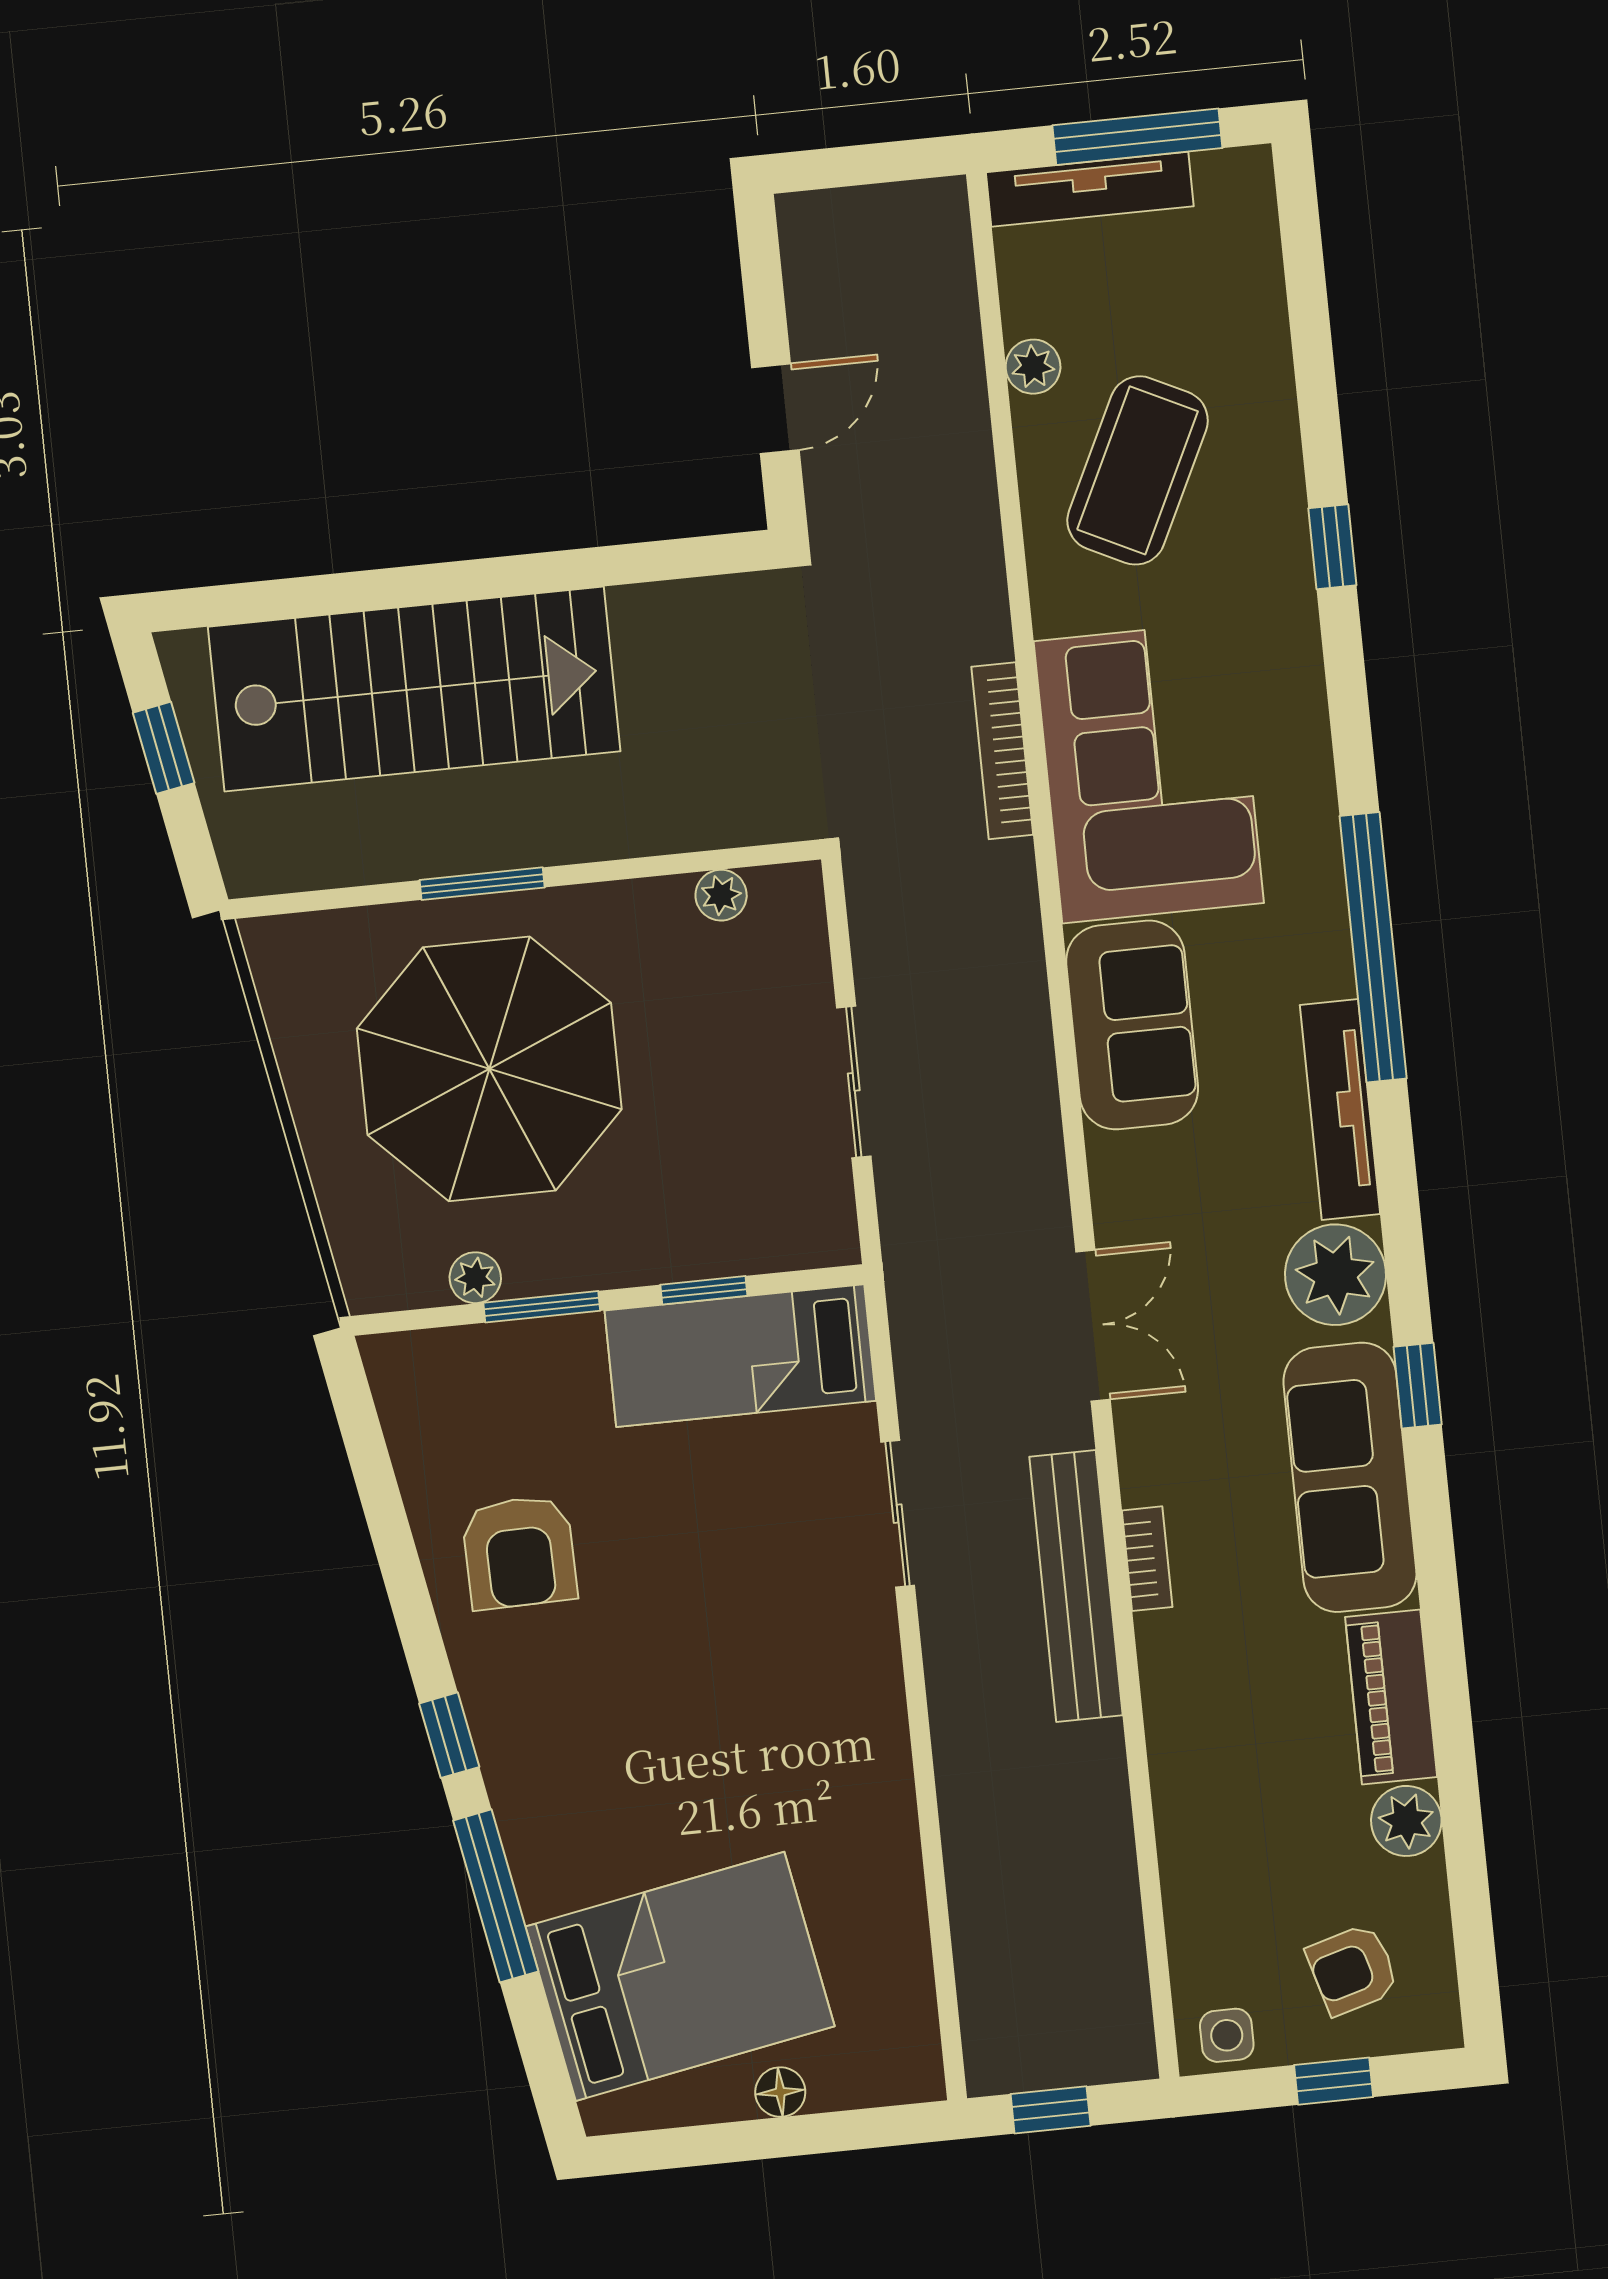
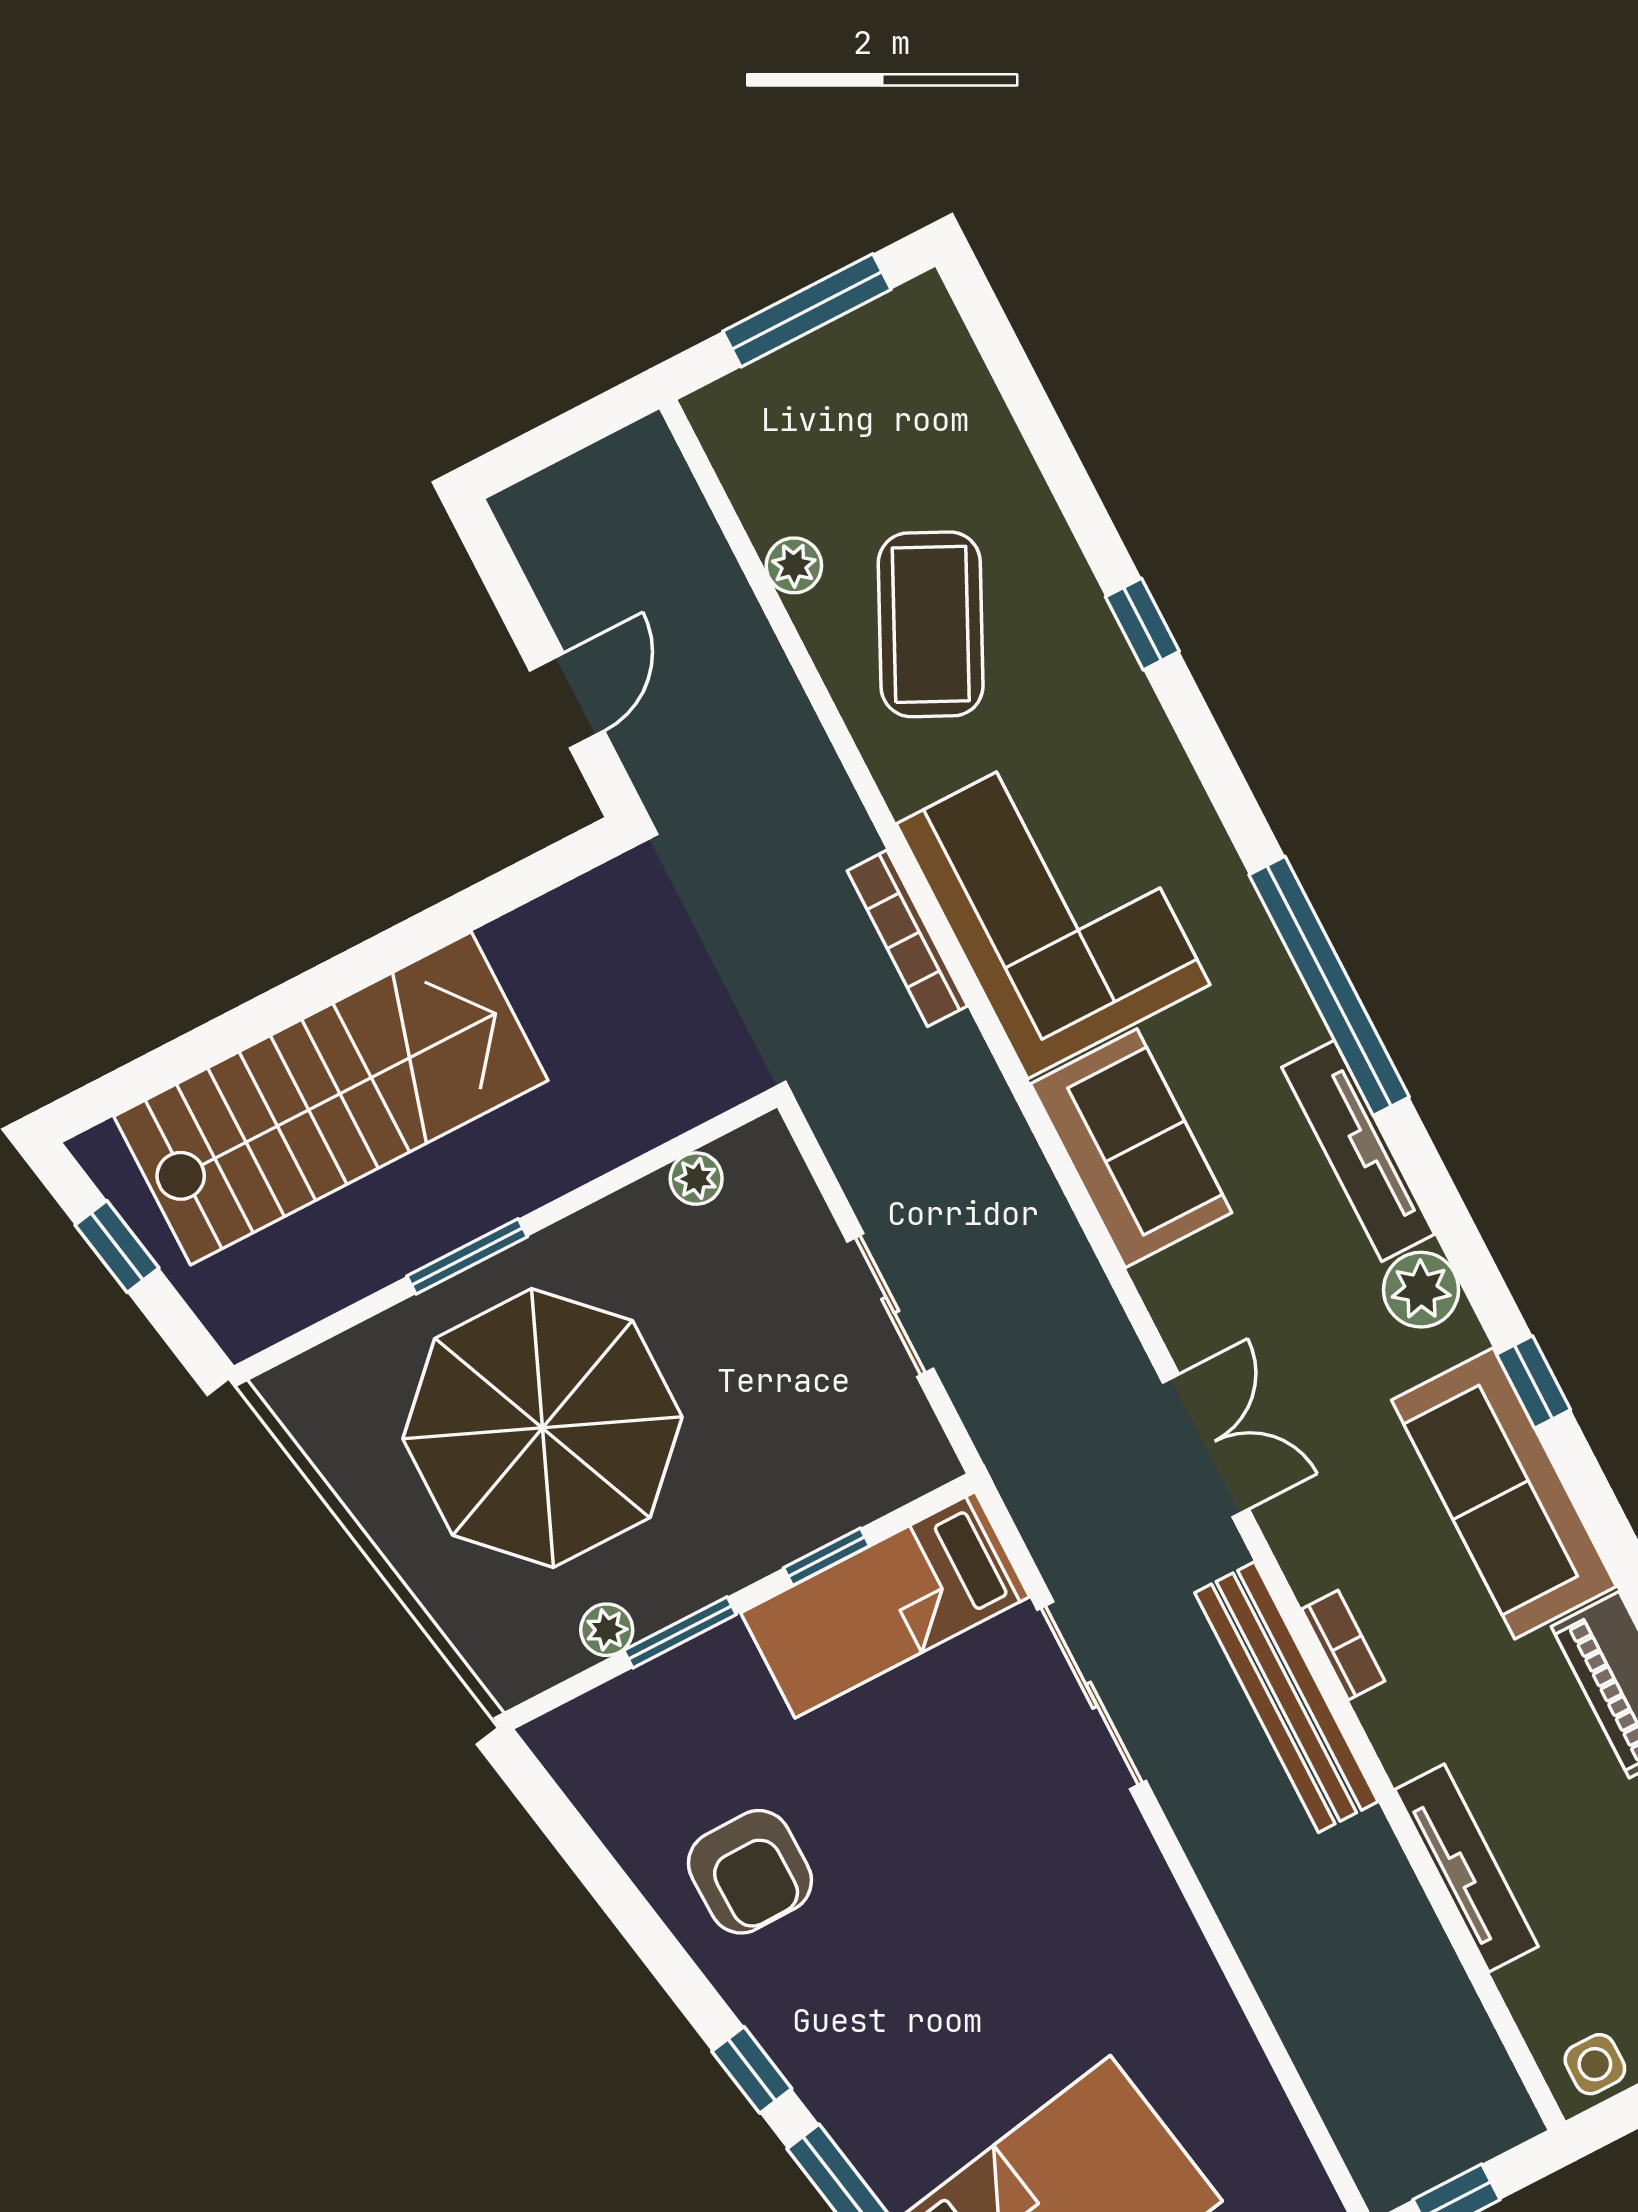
tv unit: (1090, 189) -> (1467, 1868), moved, turned -90
plant: (1335, 1275) -> (1421, 1290), width x0.73, depth x0.73
sliding door: (898, 1514) -> (1092, 1695), width x1.37

